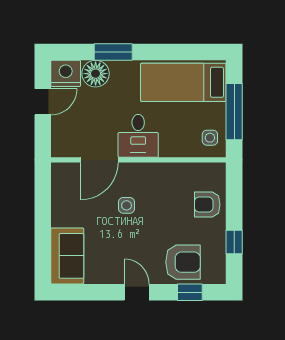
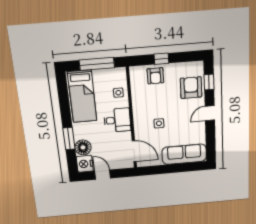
side table: (210, 138) -> (118, 93), moved
door: (99, 160) -> (134, 151), moved
window: (234, 242) -> (161, 59), moved
sofa: (67, 256) -> (184, 154), width x1.36

